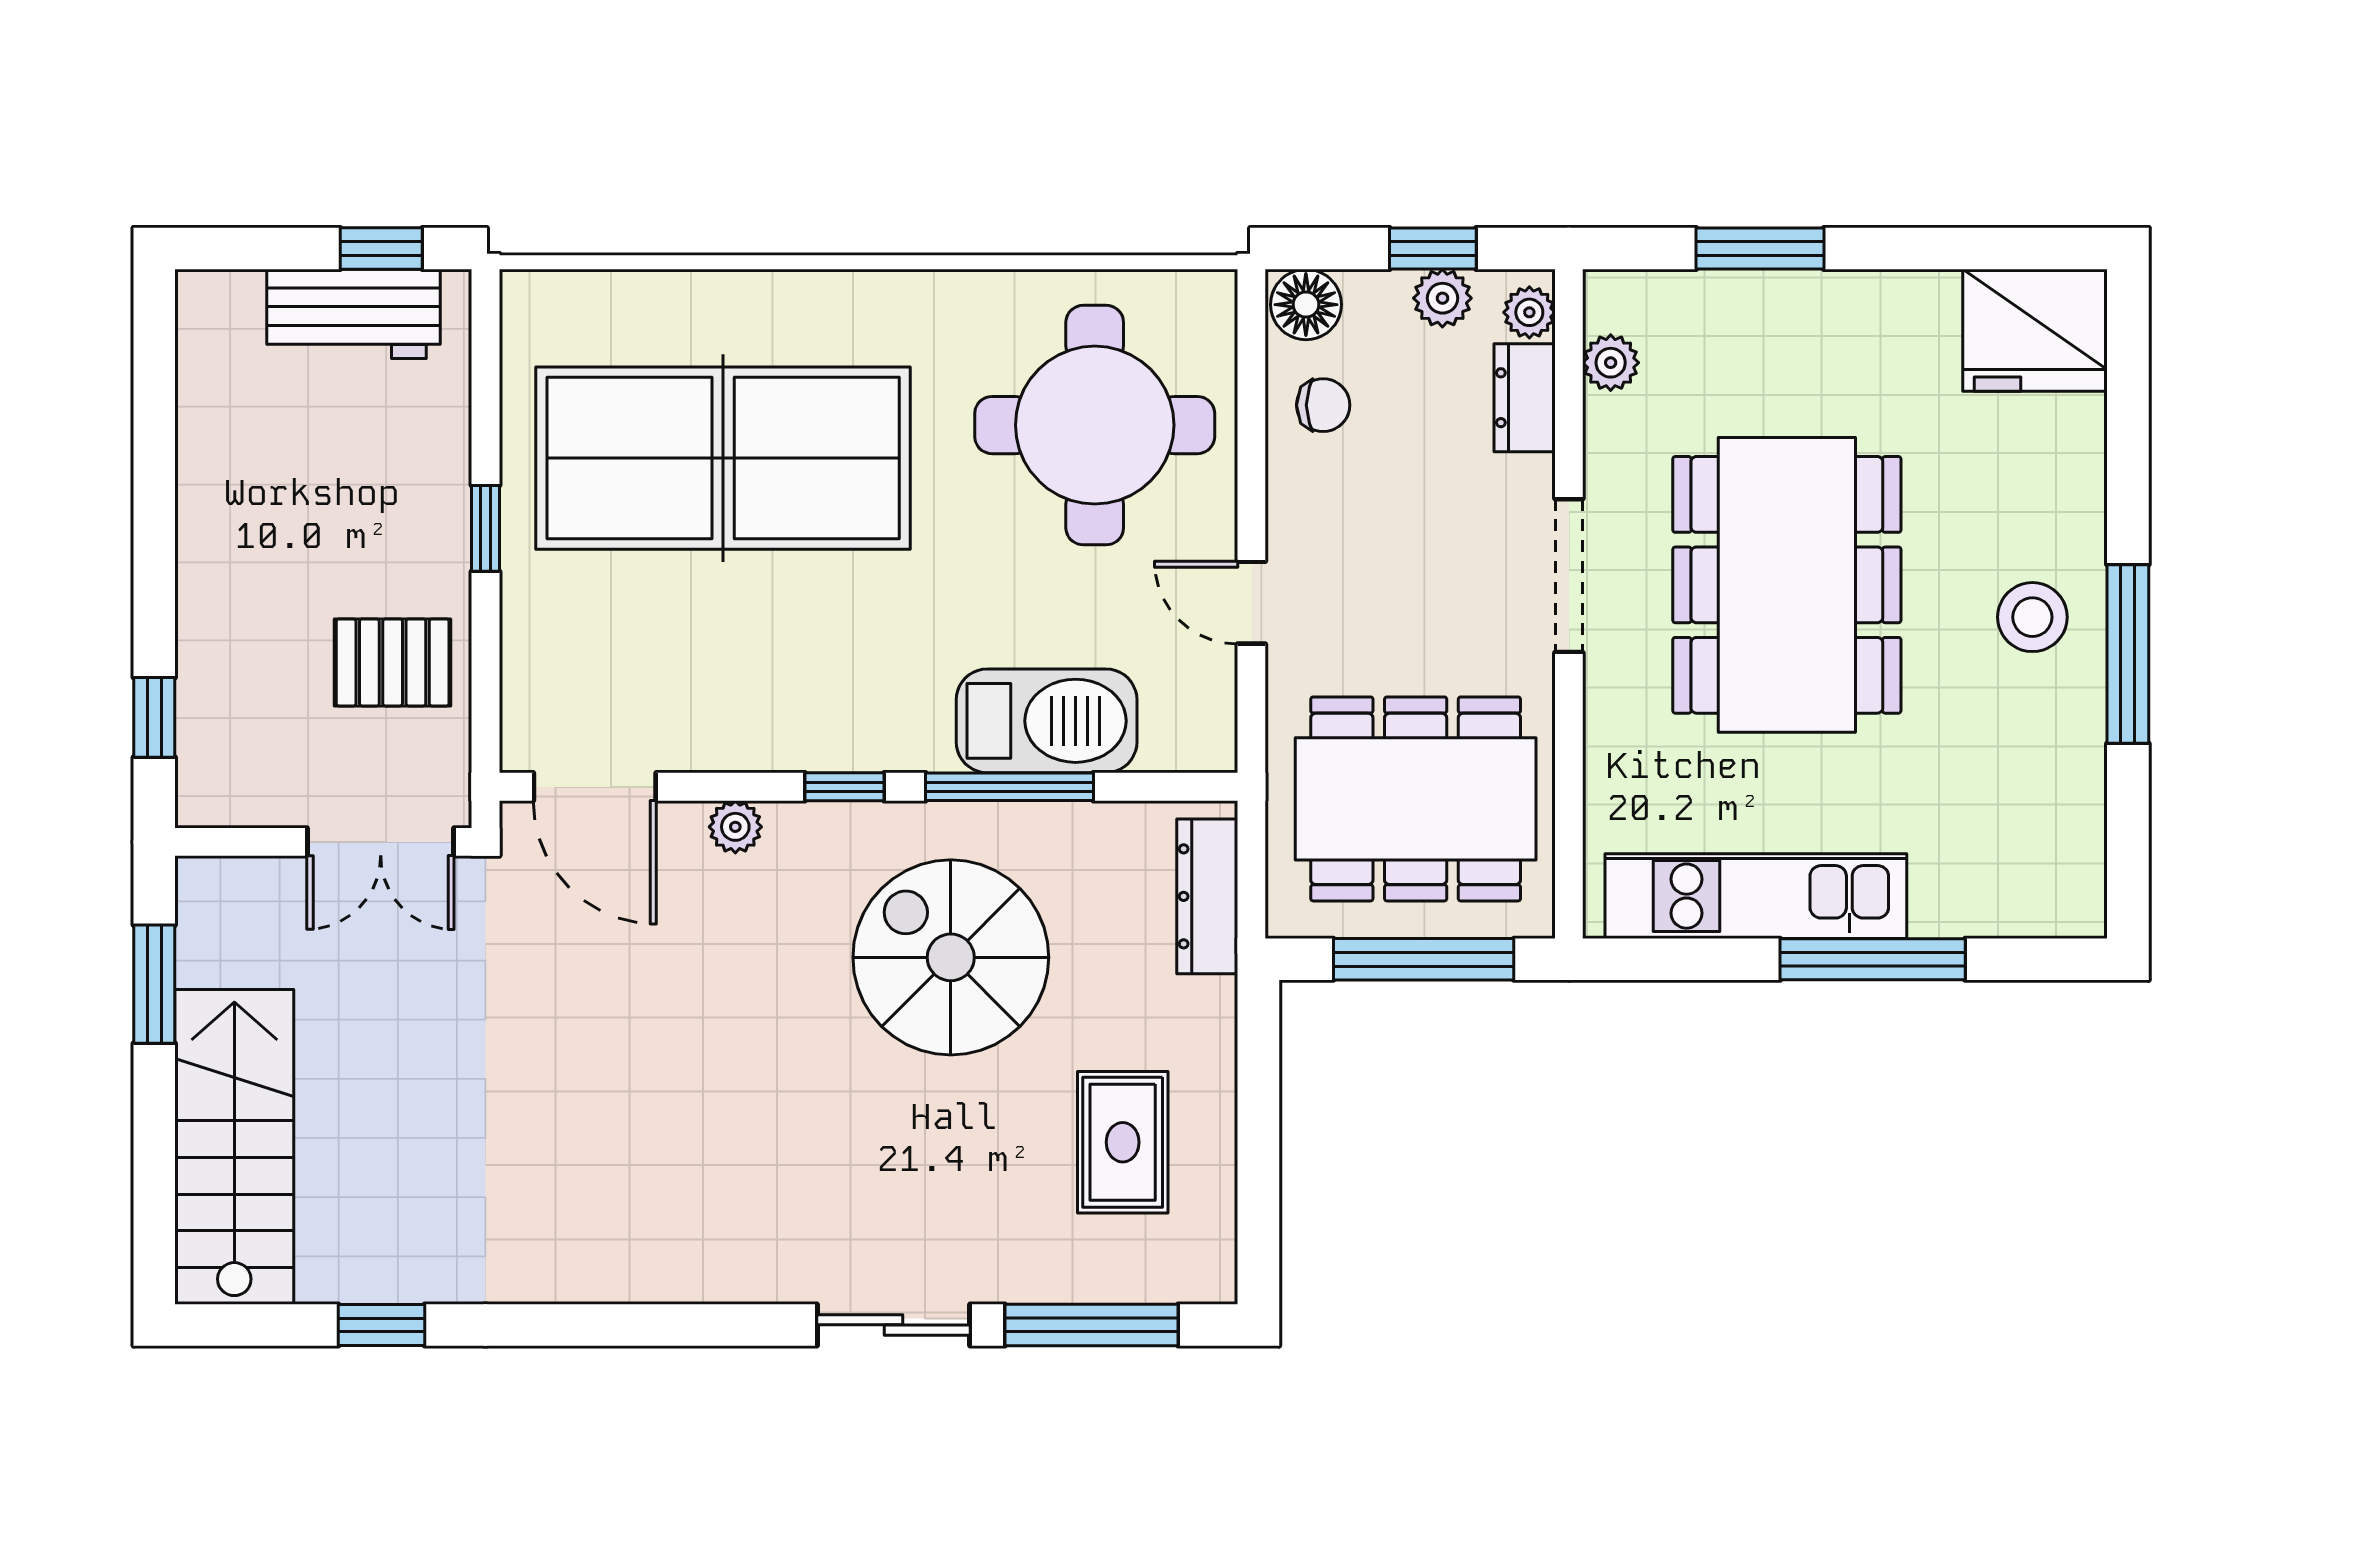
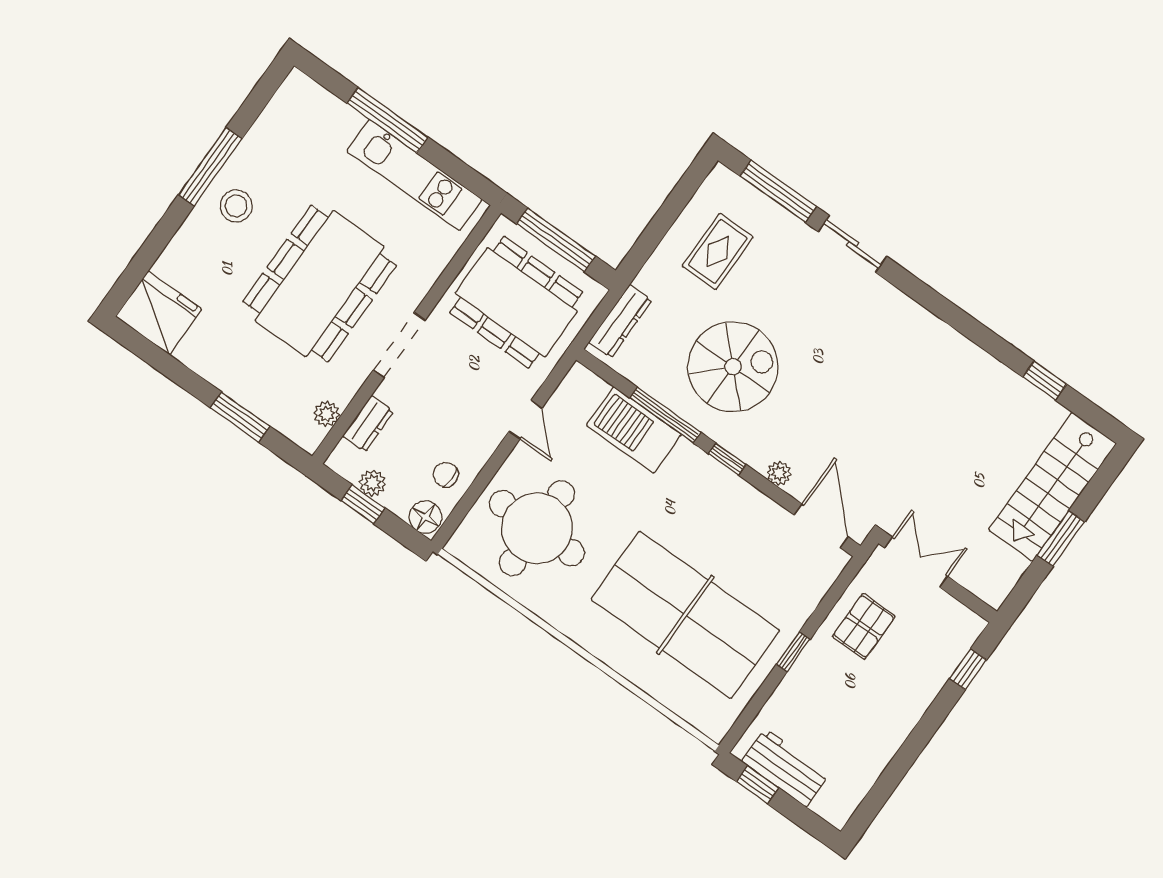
plant: (1529, 312) -> (344, 455), removed
pallet: (393, 662) -> (864, 626), turned 90
spiral stairs: (951, 957) -> (733, 367), turned -90
window: (154, 984) -> (1061, 539), moved

